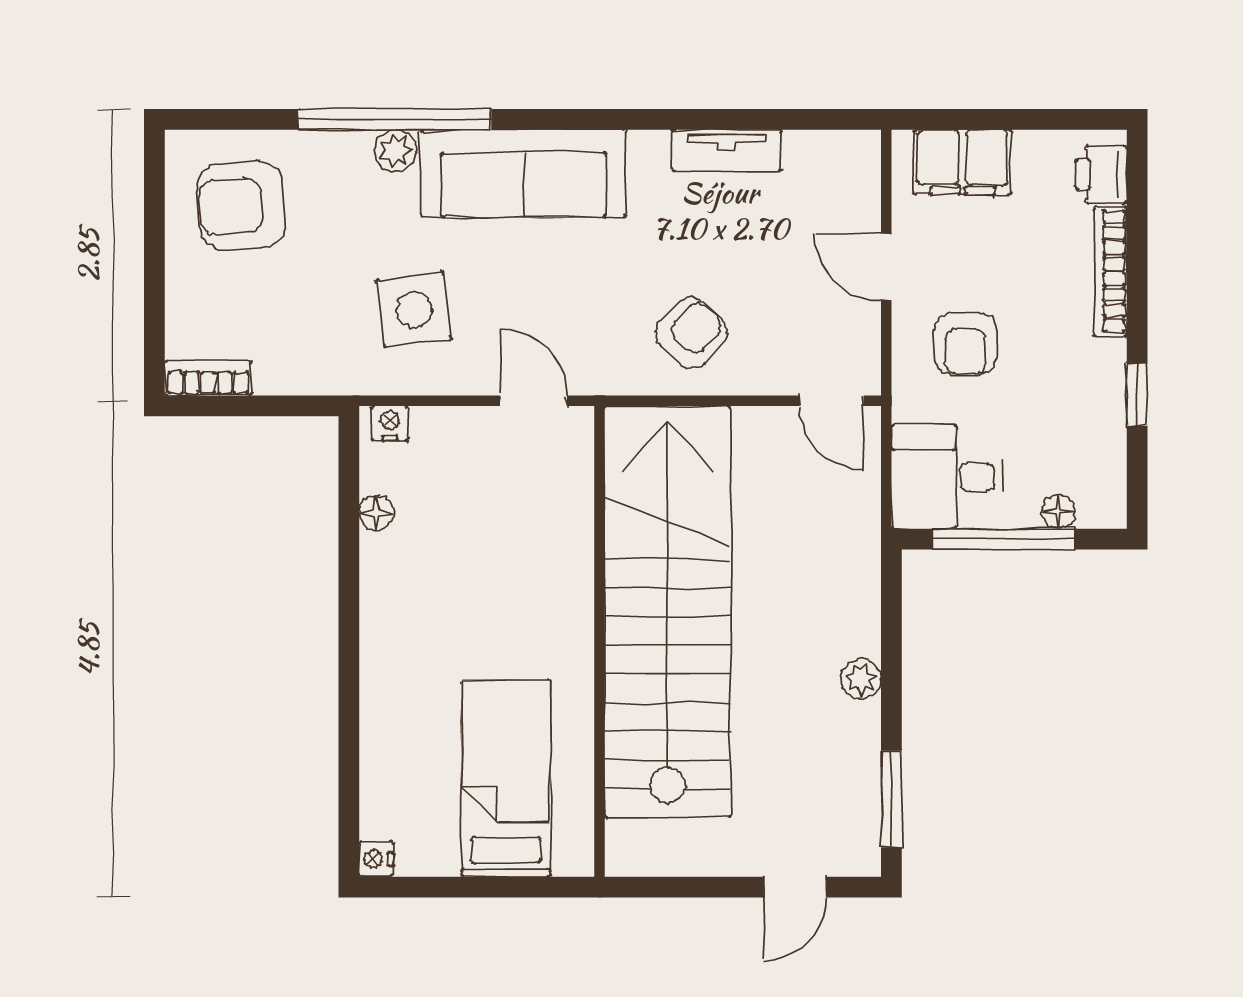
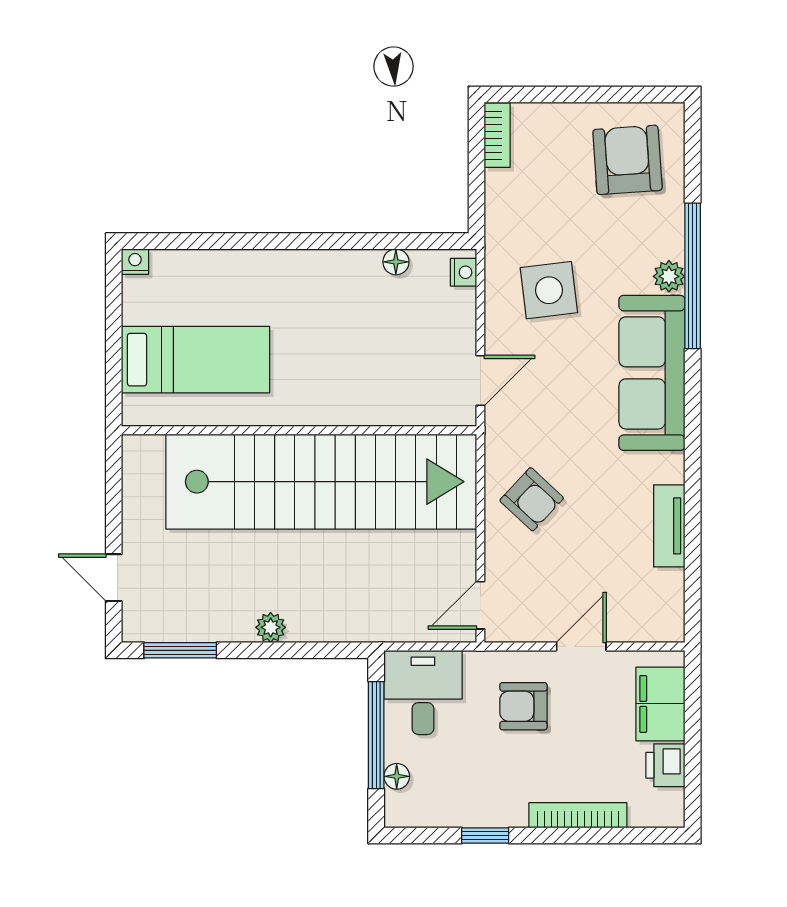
printer: (1101, 174) -> (665, 765), moved, turned -90

